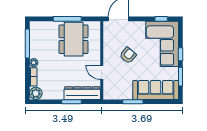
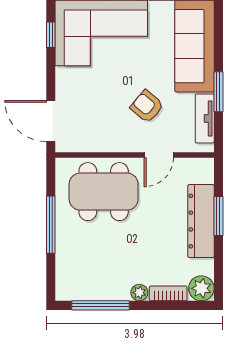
dining table: (74, 39) -> (104, 192), moved
armchair: (128, 55) -> (147, 106), moved
dresser: (82, 93) -> (201, 221), moved
tv unit: (120, 95) -> (205, 118), added

